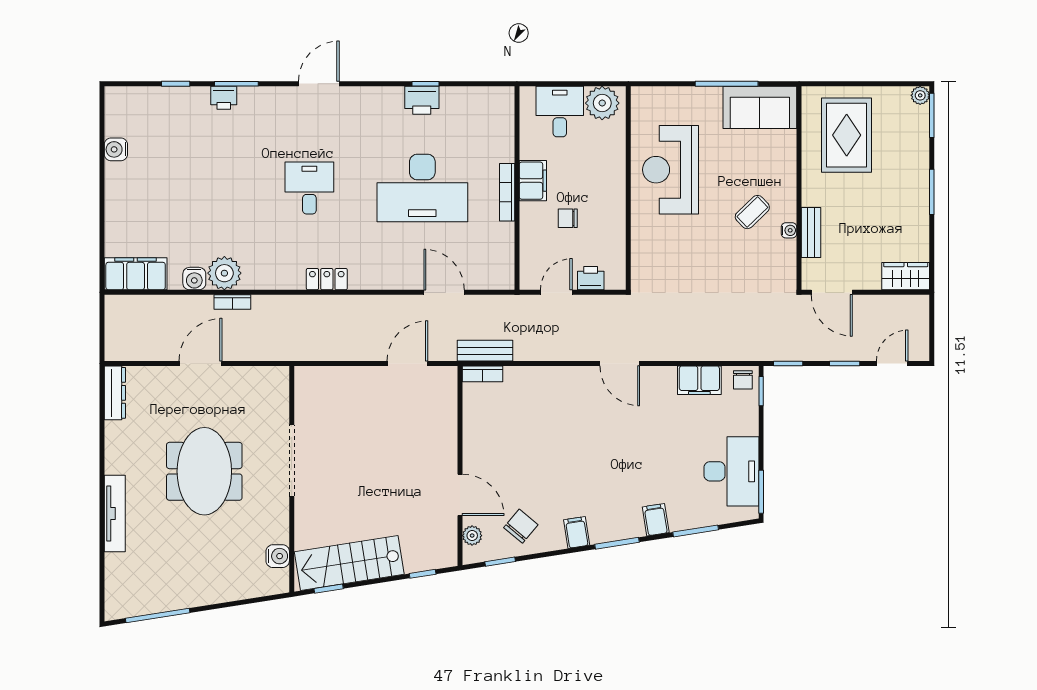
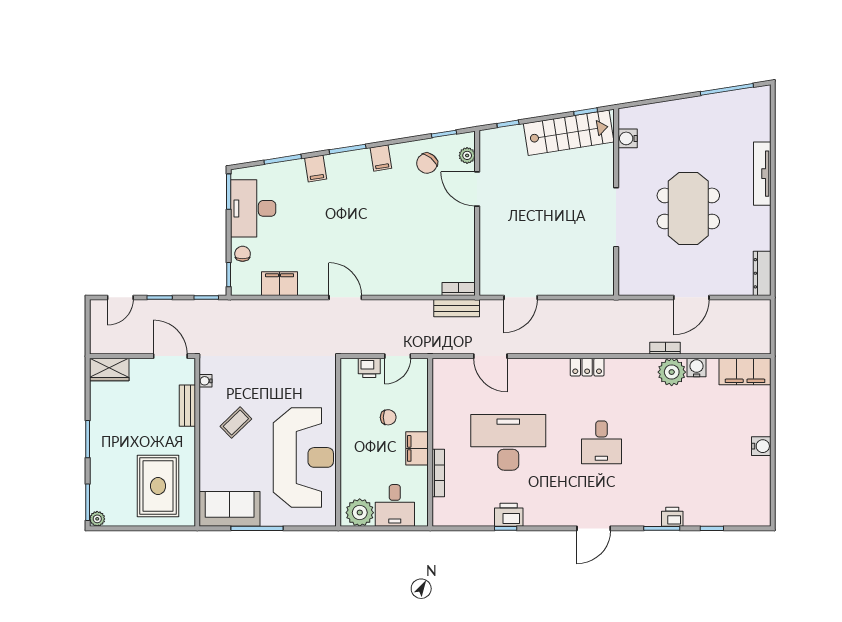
water cooler: (116, 149) -> (761, 446), moved
reception desk: (671, 170) -> (303, 457), width x1.36, depth x1.30
bookcase: (507, 192) -> (438, 473), moved
water cooler: (789, 230) -> (206, 381), moved
chair: (743, 380) -> (243, 254), moved

